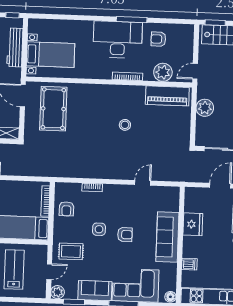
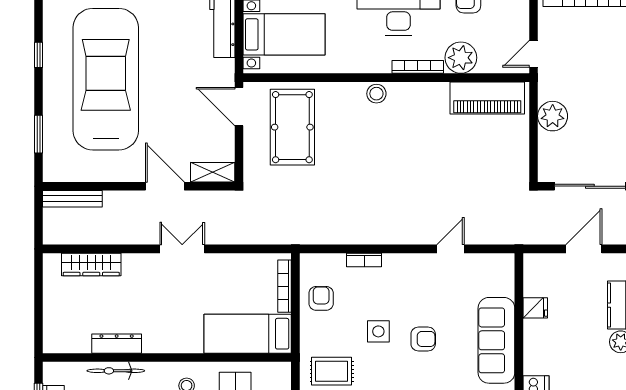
plant: (163, 72) -> (461, 58), moved
stool: (125, 125) -> (376, 94), moved
armchair: (66, 209) -> (321, 298), turned 180
fridge: (193, 224) -> (535, 308), width x0.53, depth x0.75

